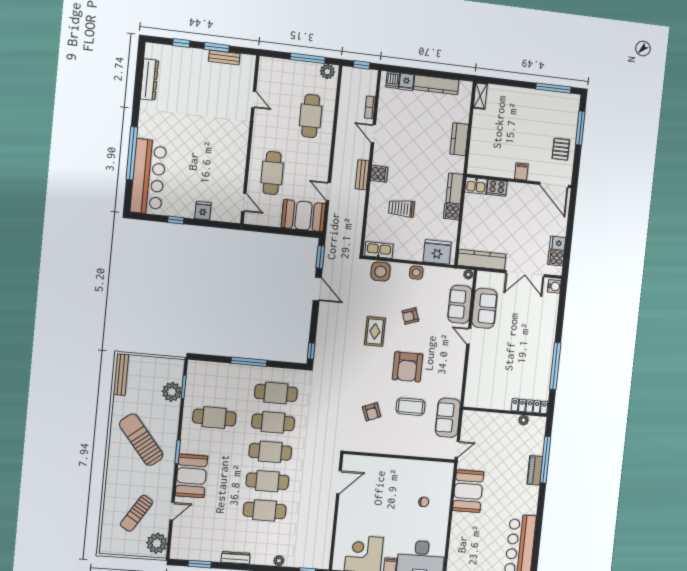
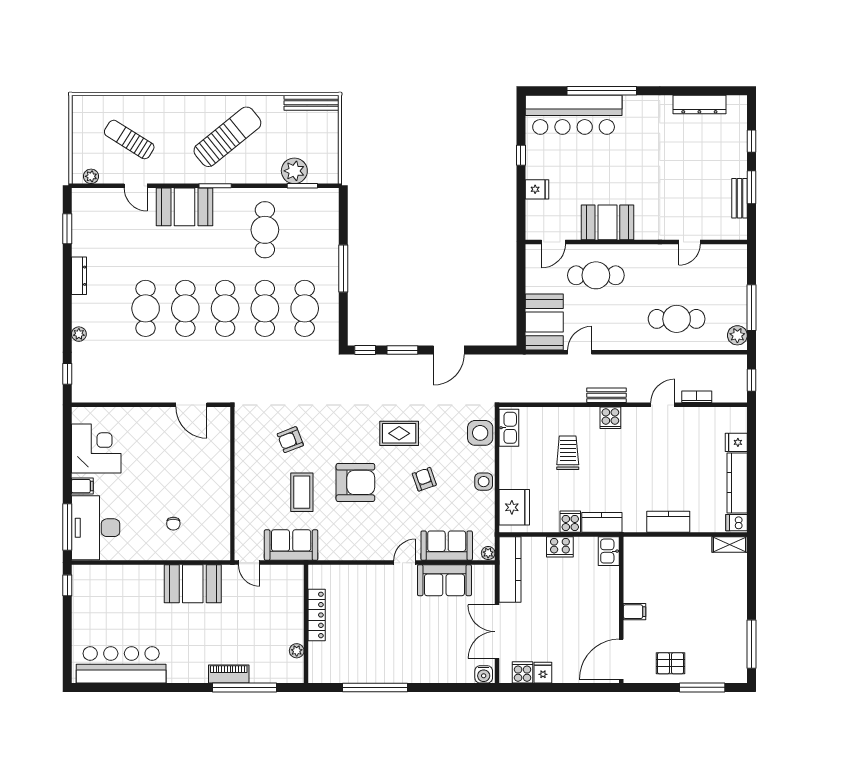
dishwasher: (393, 80) -> (737, 523), moved
booth: (233, 160) -> (607, 222), added
cooker: (497, 188) -> (560, 547), moved, turned -90
window: (320, 257) -> (402, 350), moved
armchair: (407, 367) -> (355, 482), turned 180
locker: (530, 406) -> (317, 615), moved
plant: (157, 543) -> (91, 176), width x0.53, depth x0.53

